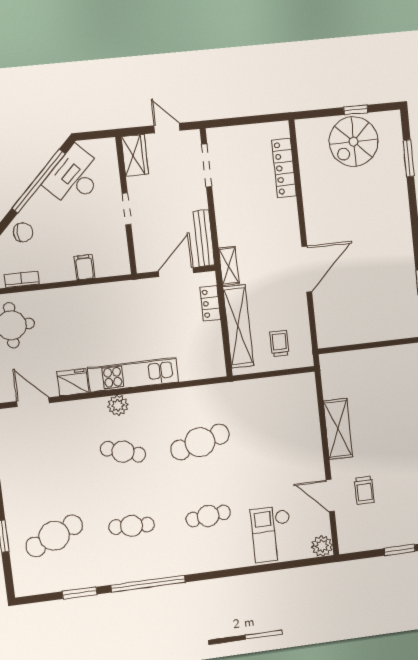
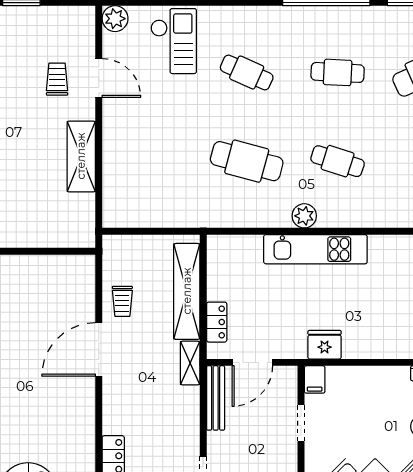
doorway: (126, 209) -> (301, 423), moved
filing cabinet: (84, 267) -> (315, 379), moved
trolley: (279, 343) -> (122, 301), moved
fridge: (73, 382) -> (325, 345), moved, turned 180
plant: (118, 405) -> (304, 216), moved
cafe table: (200, 442) -> (247, 161), turned 30
cafe table: (208, 516) -> (247, 72), turned 30

